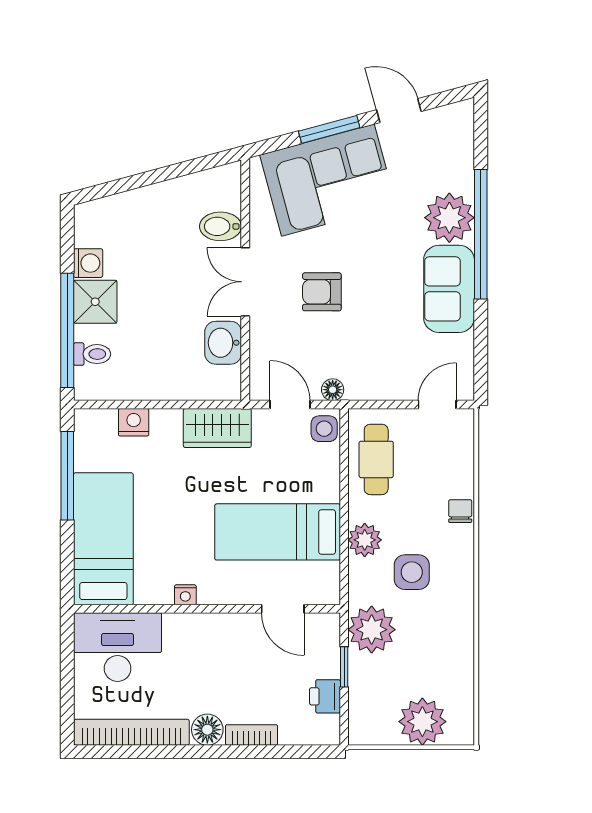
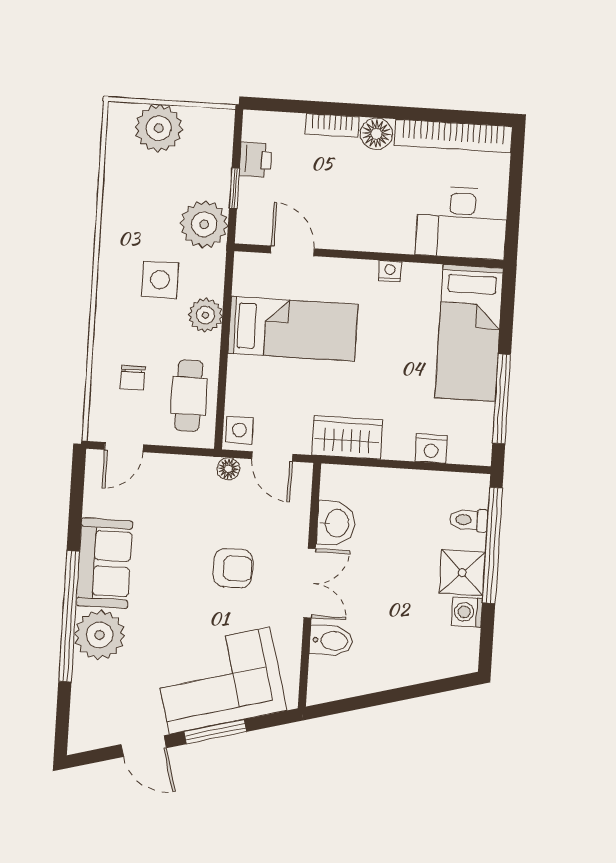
chair: (460, 511) -> (133, 378), moved

